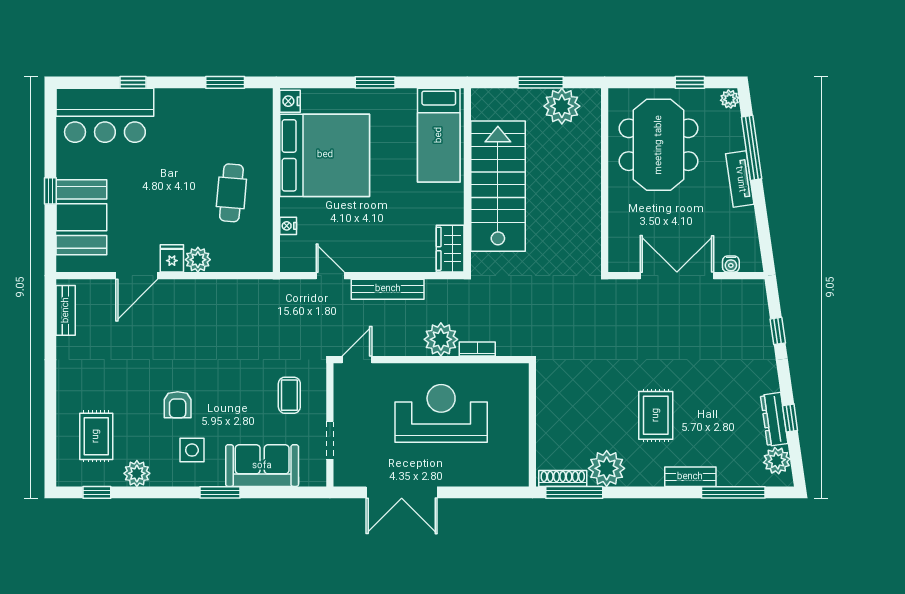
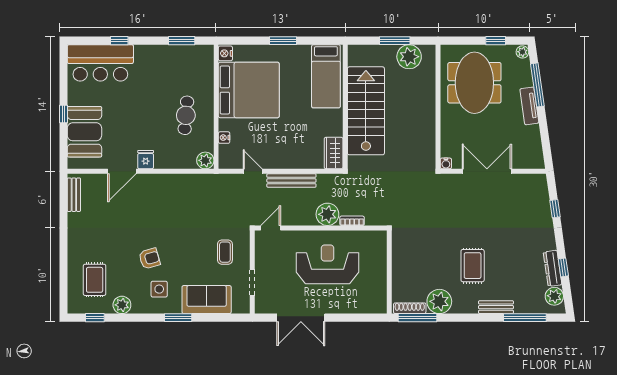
plant: (198, 260) -> (205, 160), moved
water cooler: (731, 264) -> (446, 163), moved
armchair: (178, 405) -> (149, 258), turned -106

